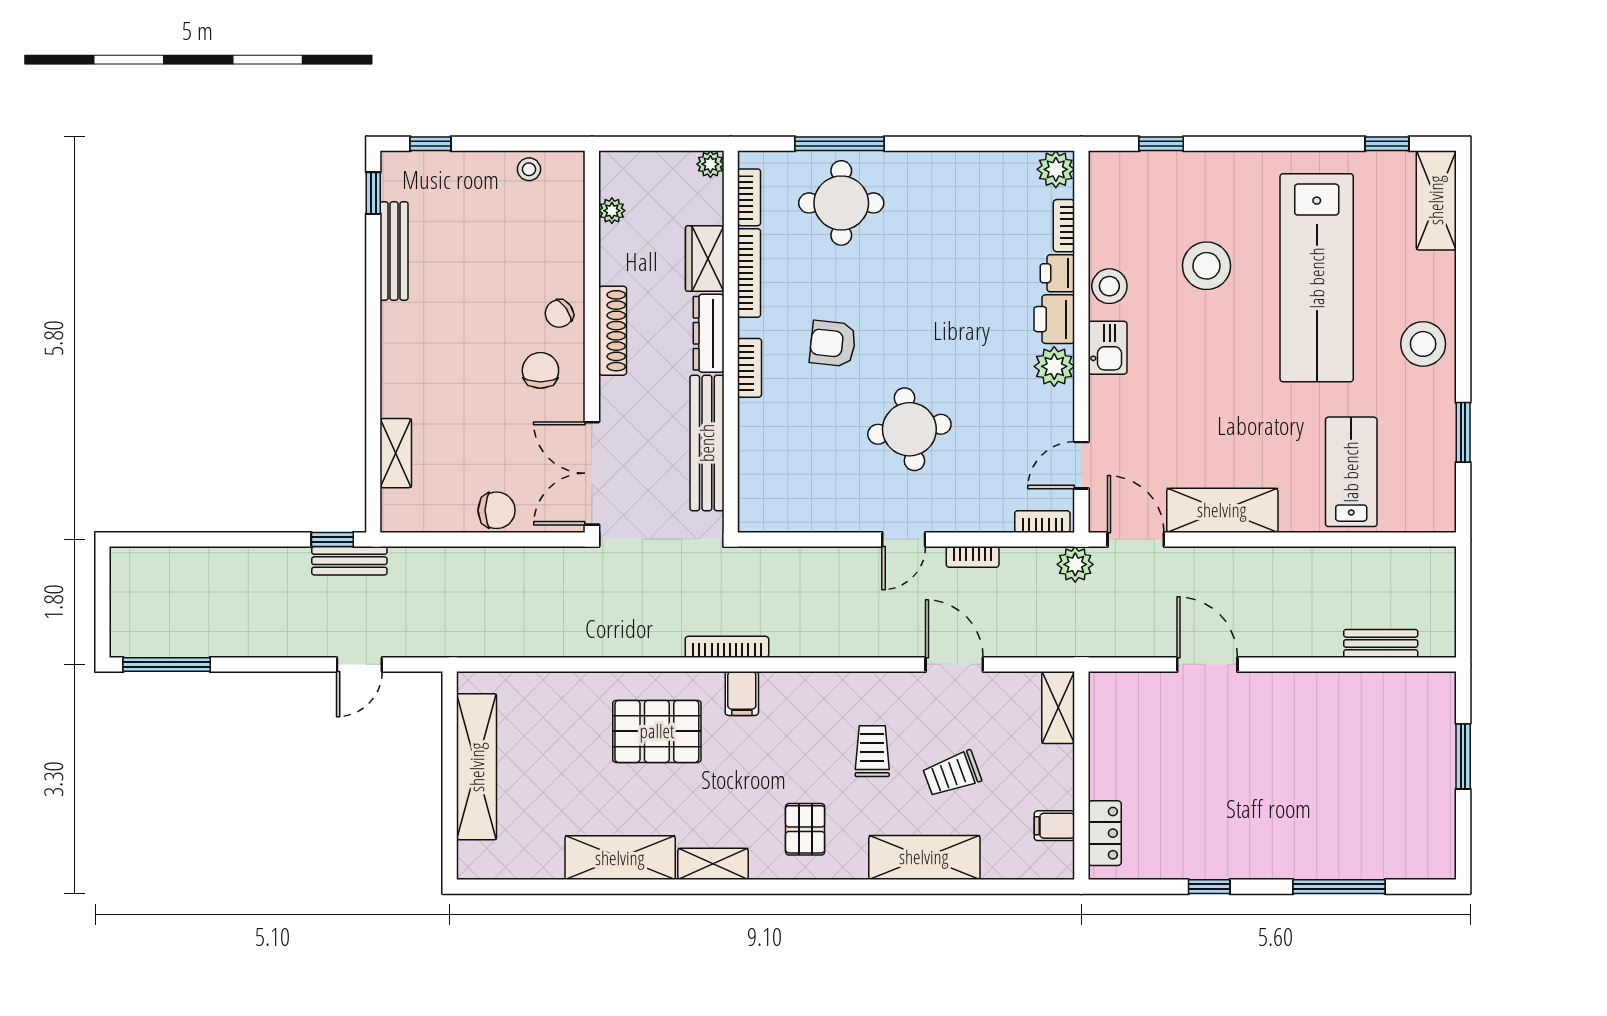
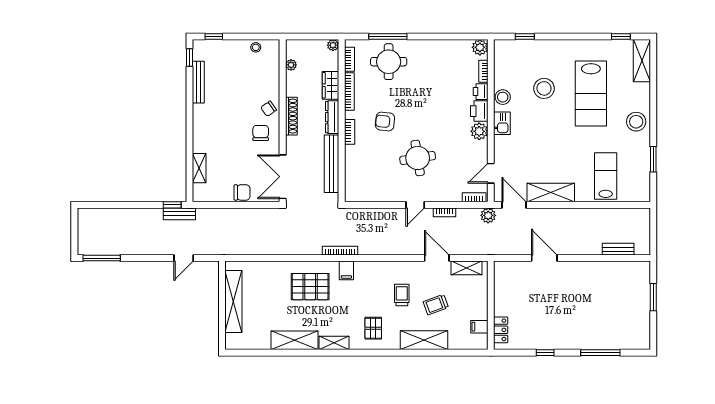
lab bench: (1317, 278) -> (591, 94), width x0.73
shelving: (1058, 708) -> (466, 268), moved, turned 90

